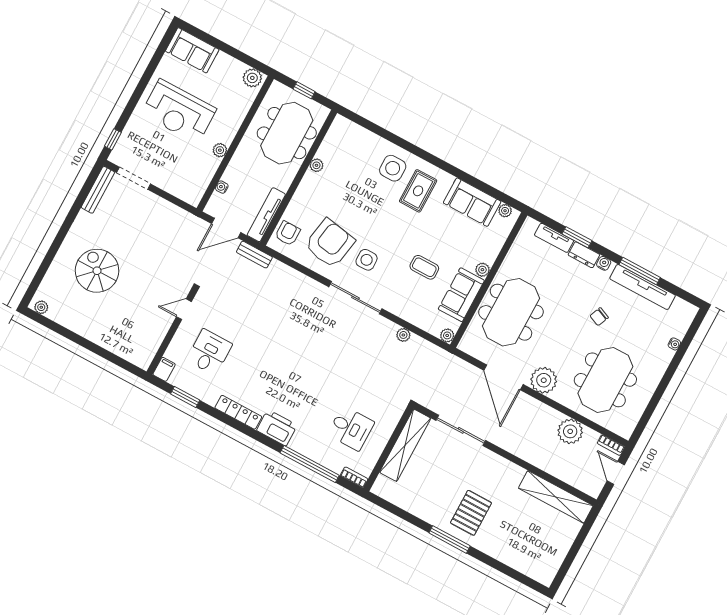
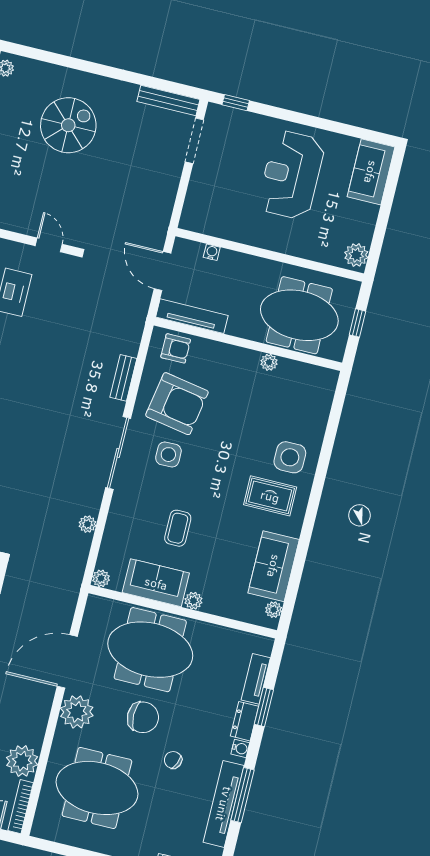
plant: (220, 150) -> (257, 238), removed
bench: (254, 255) -> (123, 378), moved
chair: (561, 331) -> (143, 717), added
bookcase: (611, 445) -> (21, 807), width x1.56

